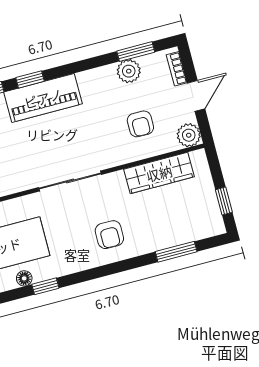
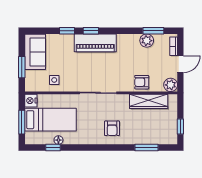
armchair: (140, 124) -> (142, 82), moved, turned 90
window: (45, 286) -> (53, 148), moved

